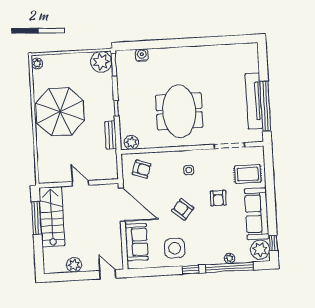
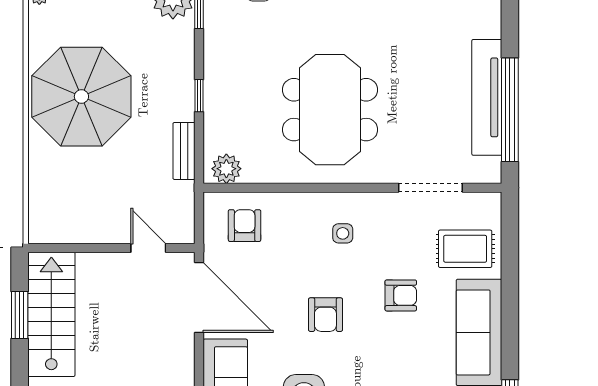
armchair: (142, 169) -> (245, 226), turned -109
door: (80, 183) -> (148, 248), moved
armchair: (218, 198) -> (401, 295), turned -90
armchair: (183, 209) -> (325, 315), turned -130
window: (37, 218) -> (20, 315), width x0.69

